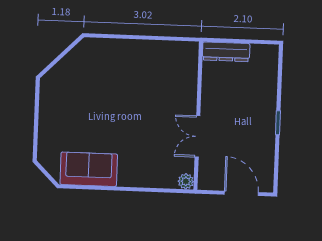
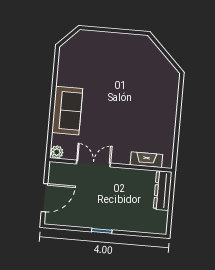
fireplace: (190, 73) -> (146, 160), added
sofa: (89, 169) -> (67, 111), moved

